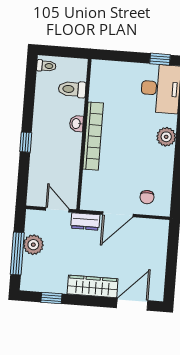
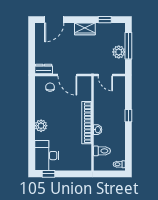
door: (118, 214) -> (67, 75), swing flipped
dresser: (85, 221) -> (44, 69), moved
wardrobe: (93, 286) -> (85, 29), width x0.67

